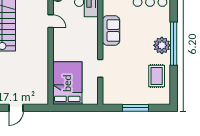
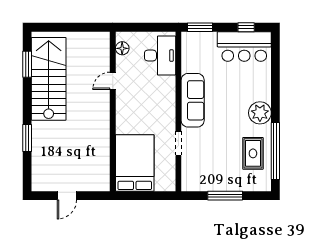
door: (51, 21) -> (113, 81), swing flipped
sofa: (111, 30) -> (193, 100), width x1.36
window: (174, 44) -> (275, 151), moved

